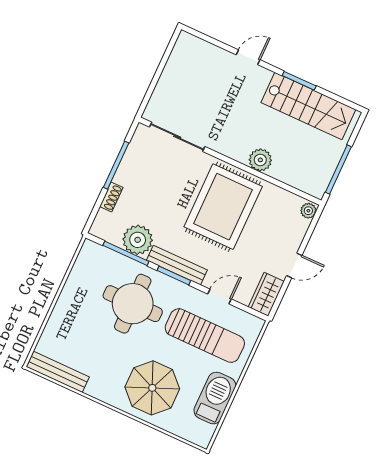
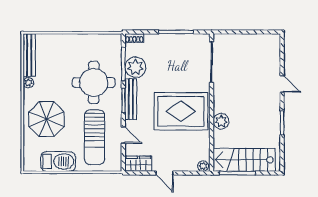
stairs: (308, 106) -> (244, 160), moved, turned 90
shoe rack: (111, 197) -> (134, 38), moved
plant: (94, 390) -> (28, 83), added

